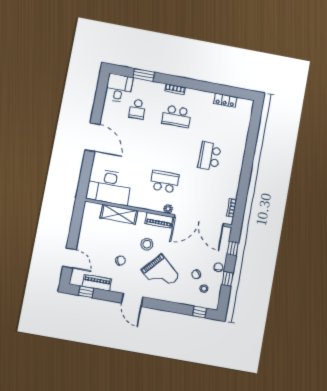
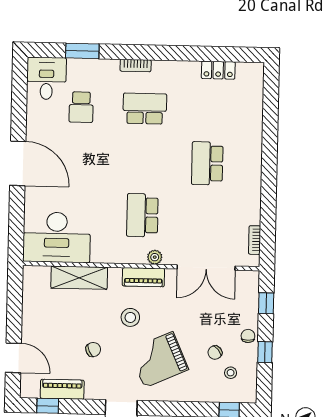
school desk: (176, 116) -> (145, 109), turned 180
school desk: (165, 182) -> (142, 215), turned -90
double door: (199, 220) -> (206, 267), width x0.73
grand piano: (160, 273) -> (159, 360), turned 114

